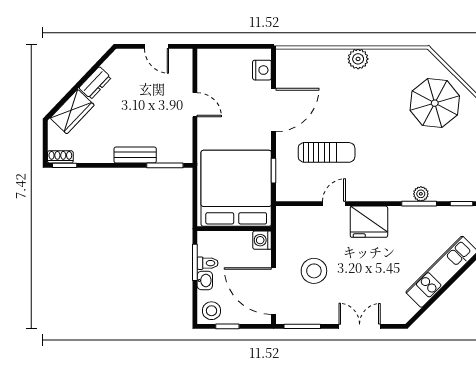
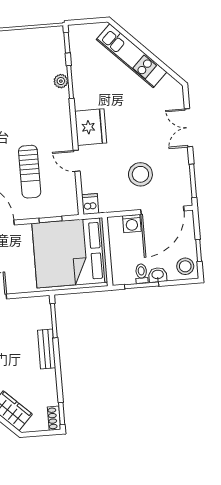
sun lounger: (327, 152) -> (30, 172), turned 180
dishwasher: (287, 214) -> (90, 204), added
washing machine: (262, 240) -> (132, 224), moved

